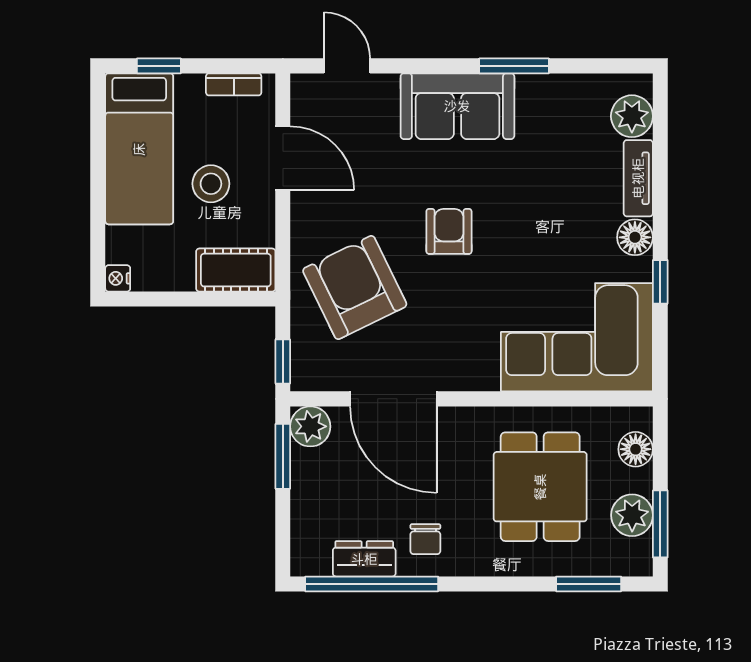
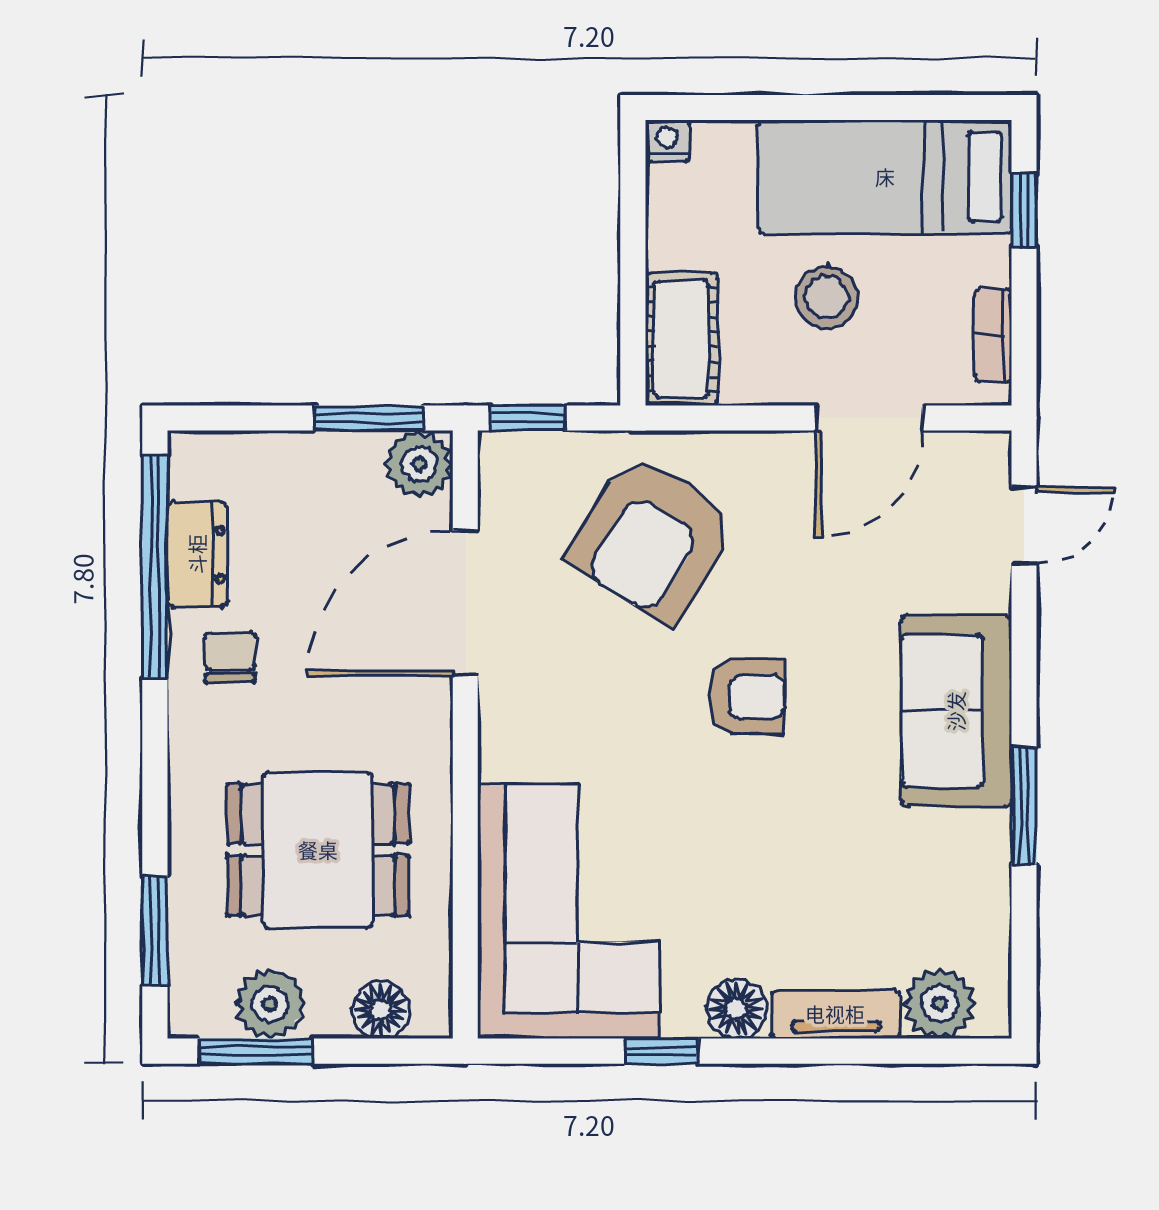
armchair: (355, 288) -> (652, 539), turned 148
chair: (425, 539) -> (230, 657), turned 90

